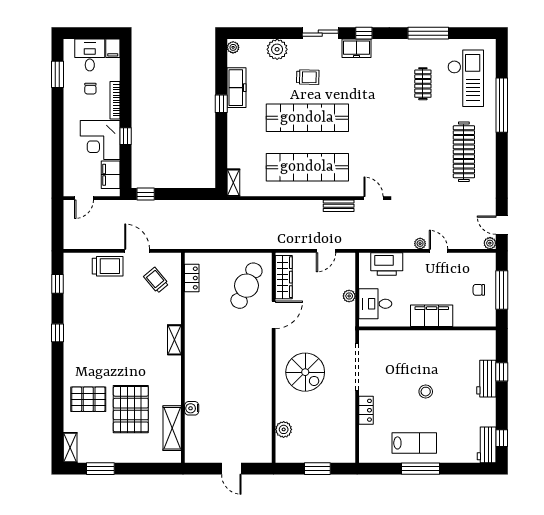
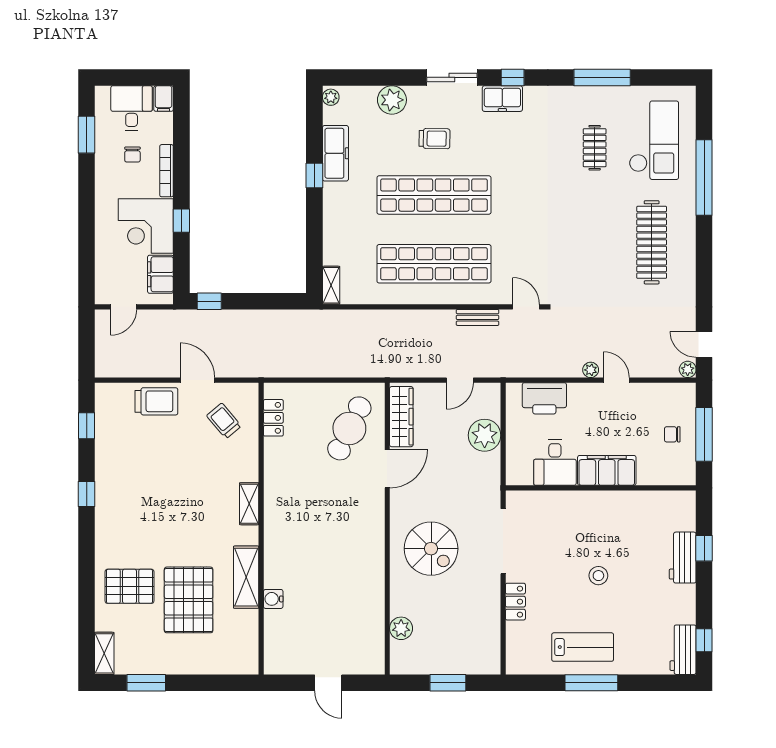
plant: (349, 296) -> (485, 435), width x1.88, depth x1.88
desk: (375, 304) -> (555, 463), moved, turned -90
shelving: (172, 428) -> (246, 577), moved

